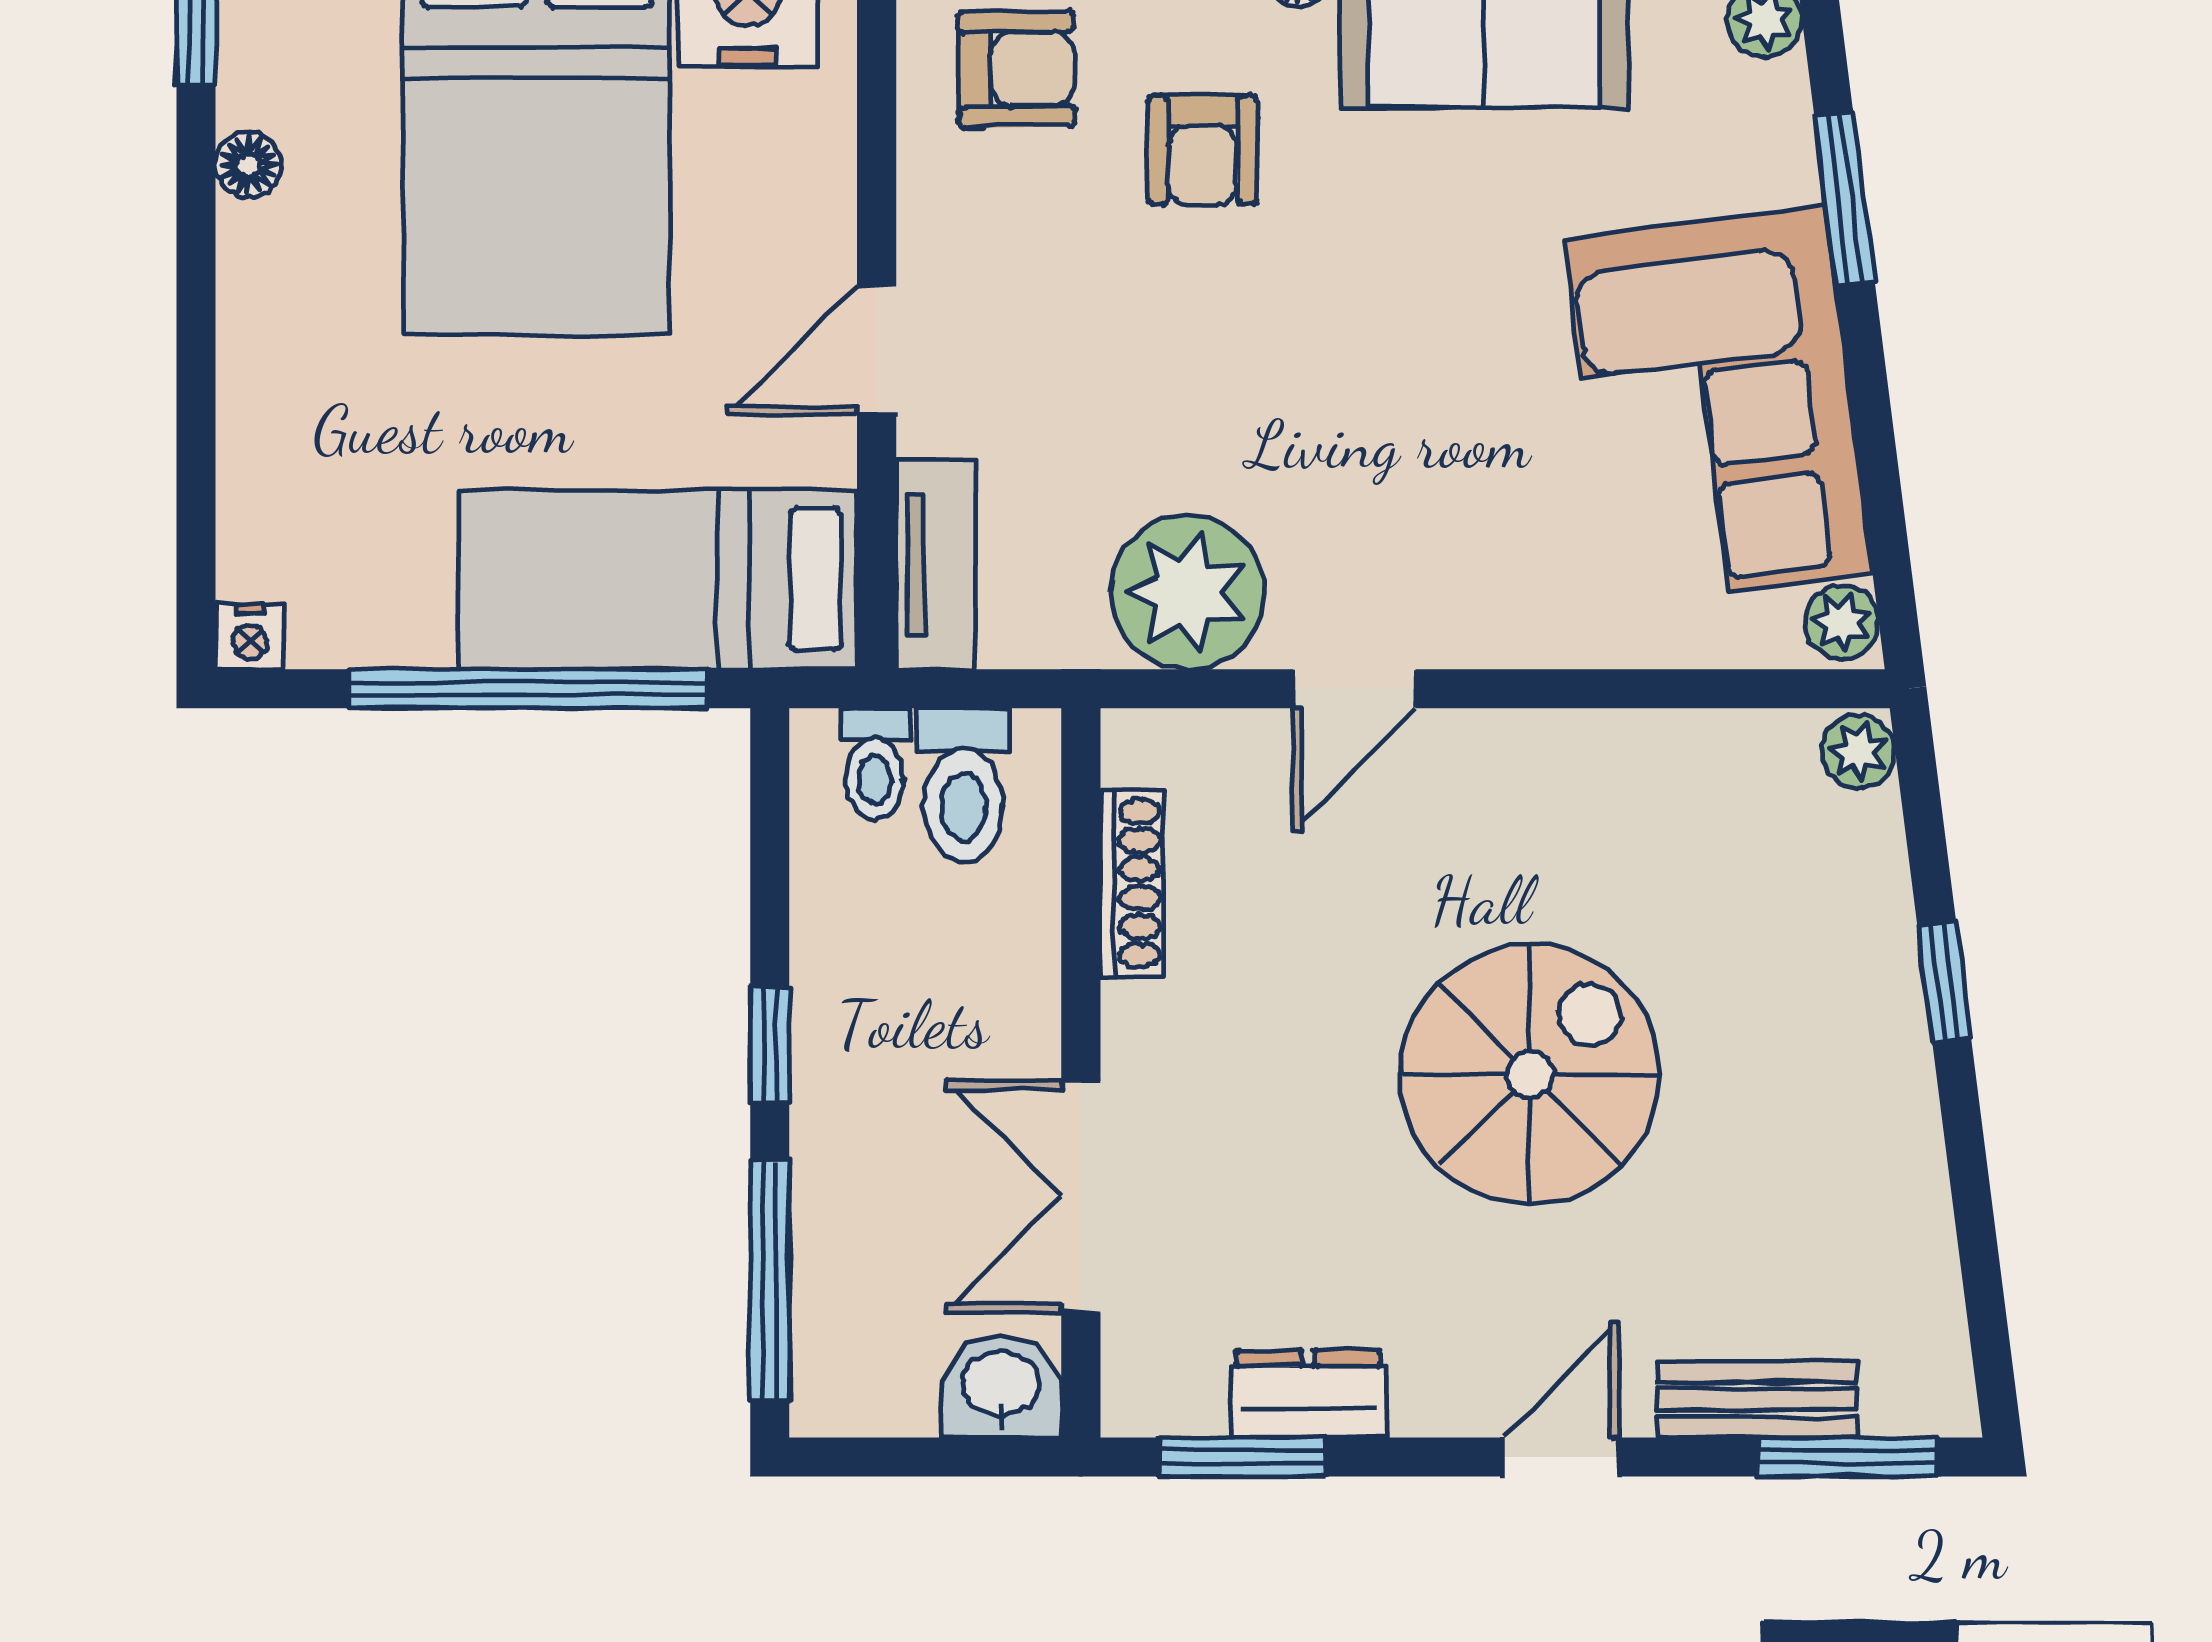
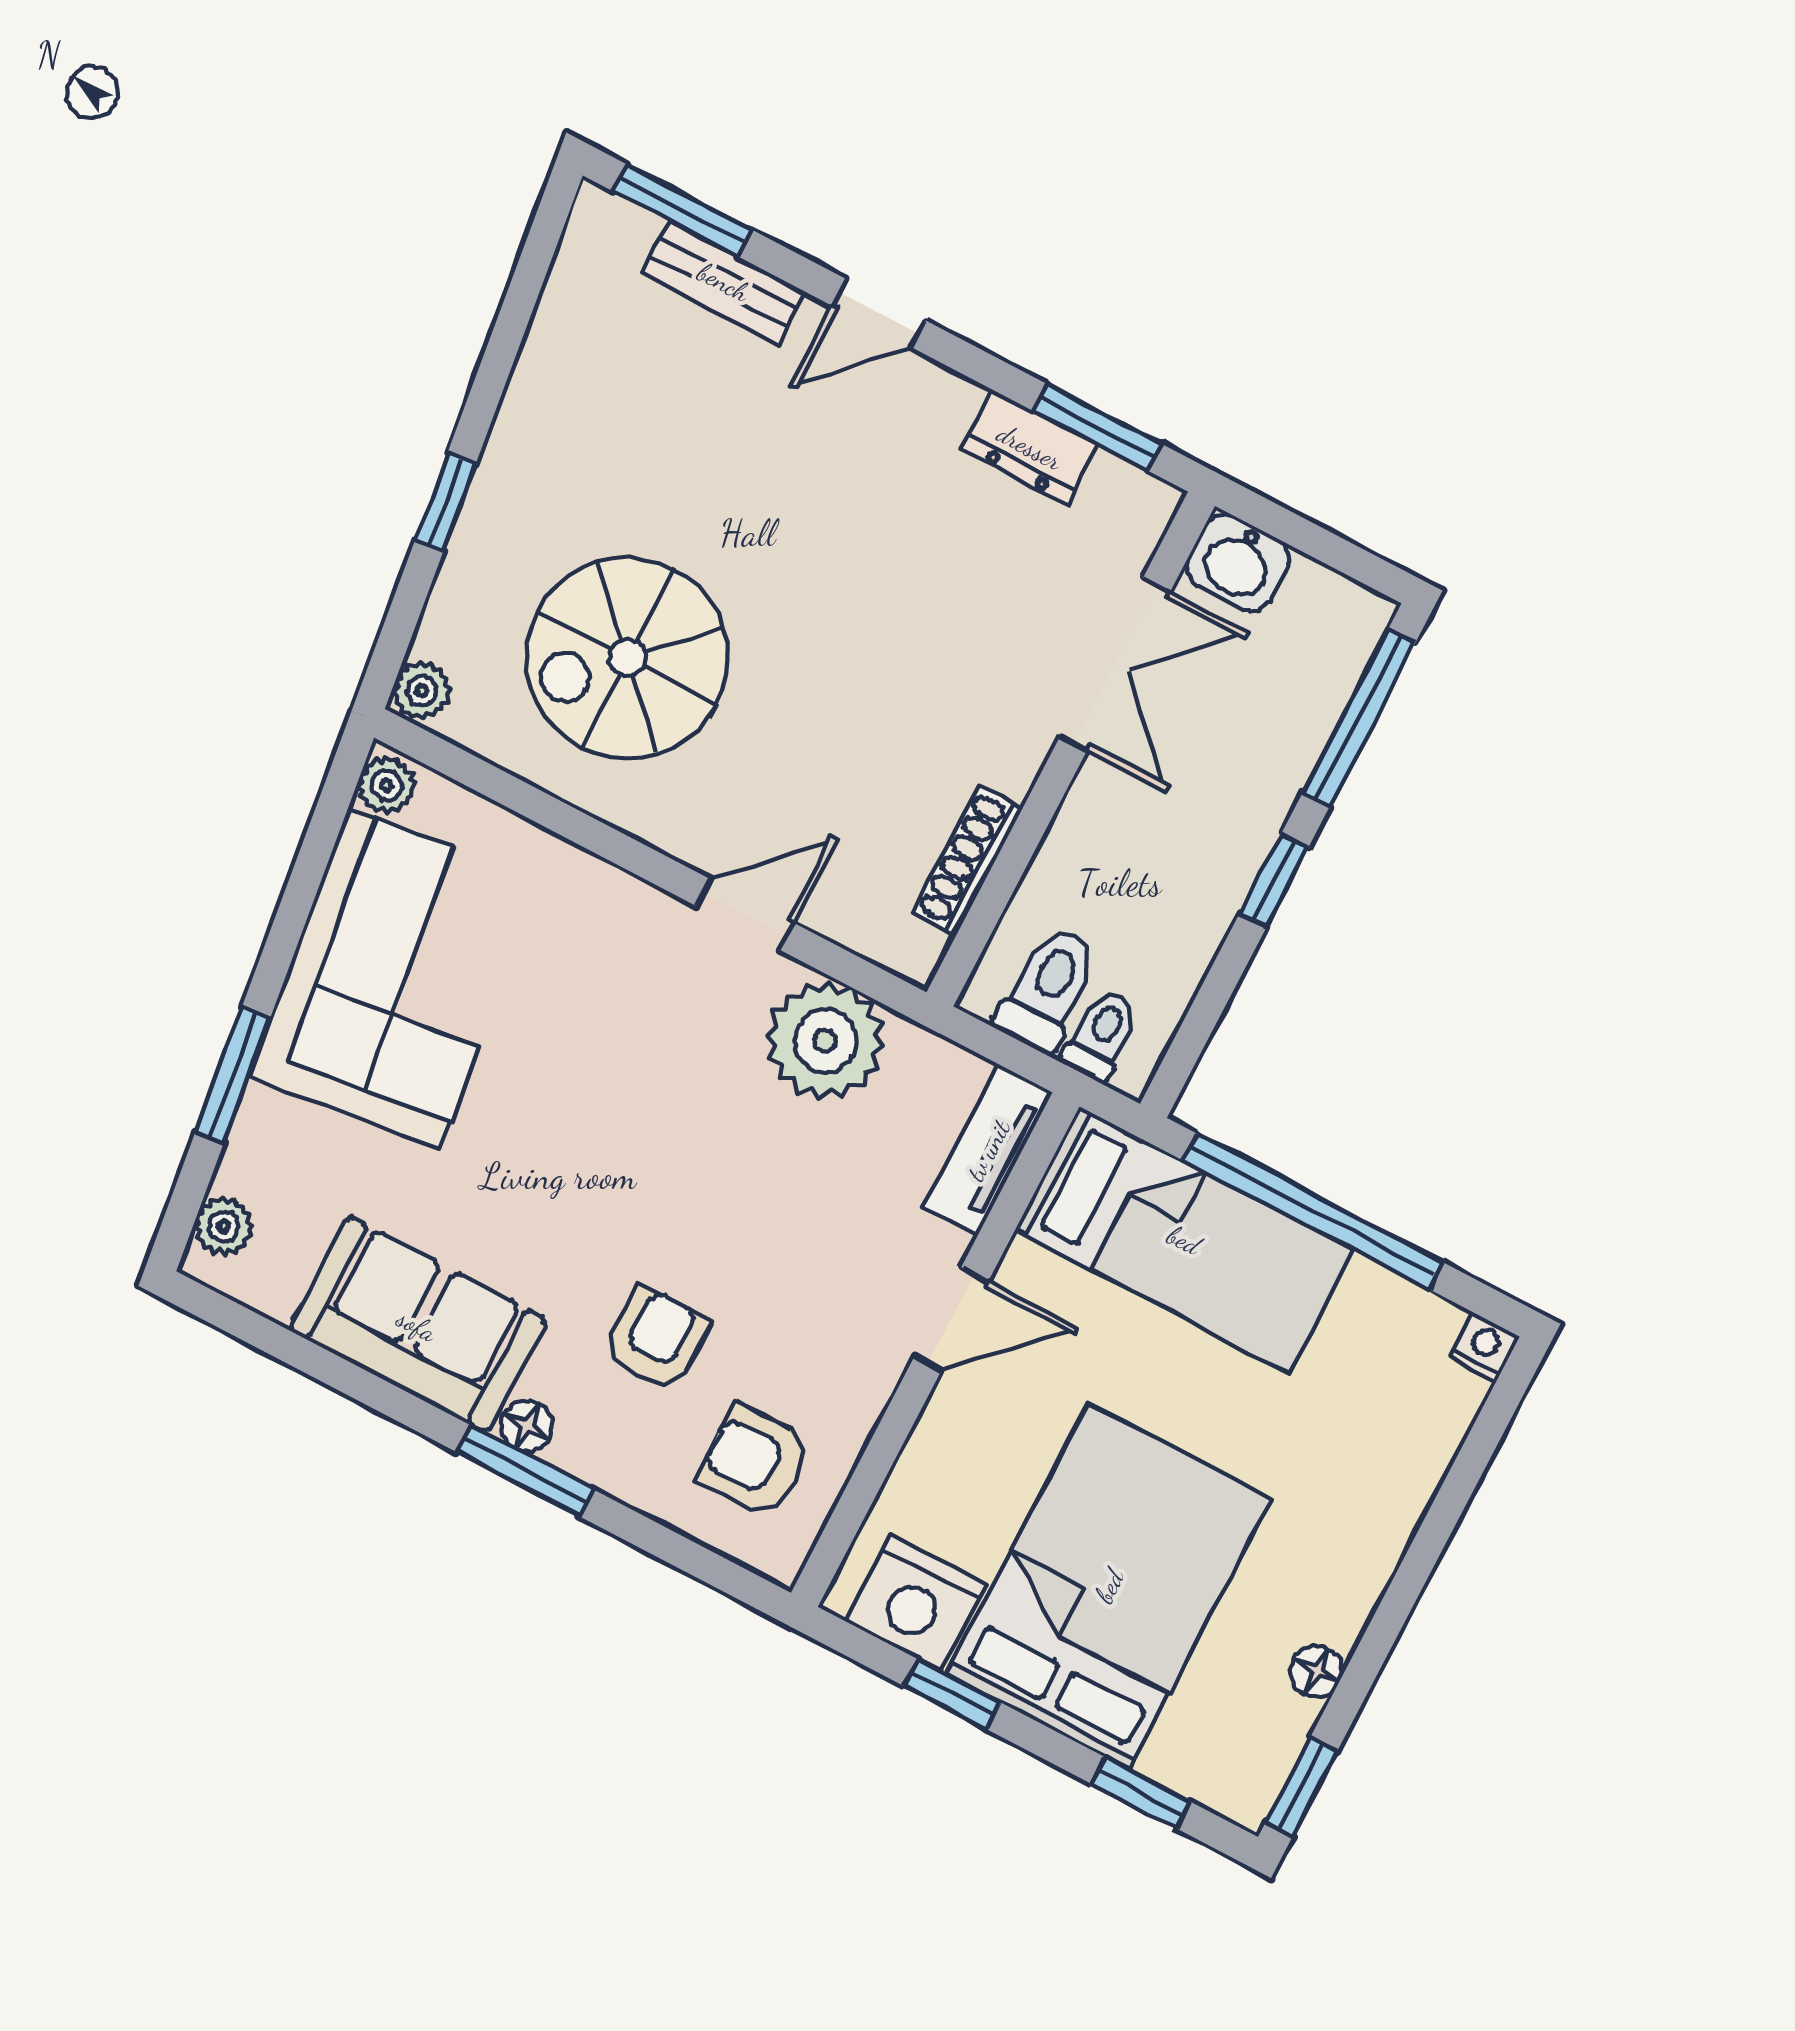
spiral stairs: (1530, 1074) -> (627, 658), moved

